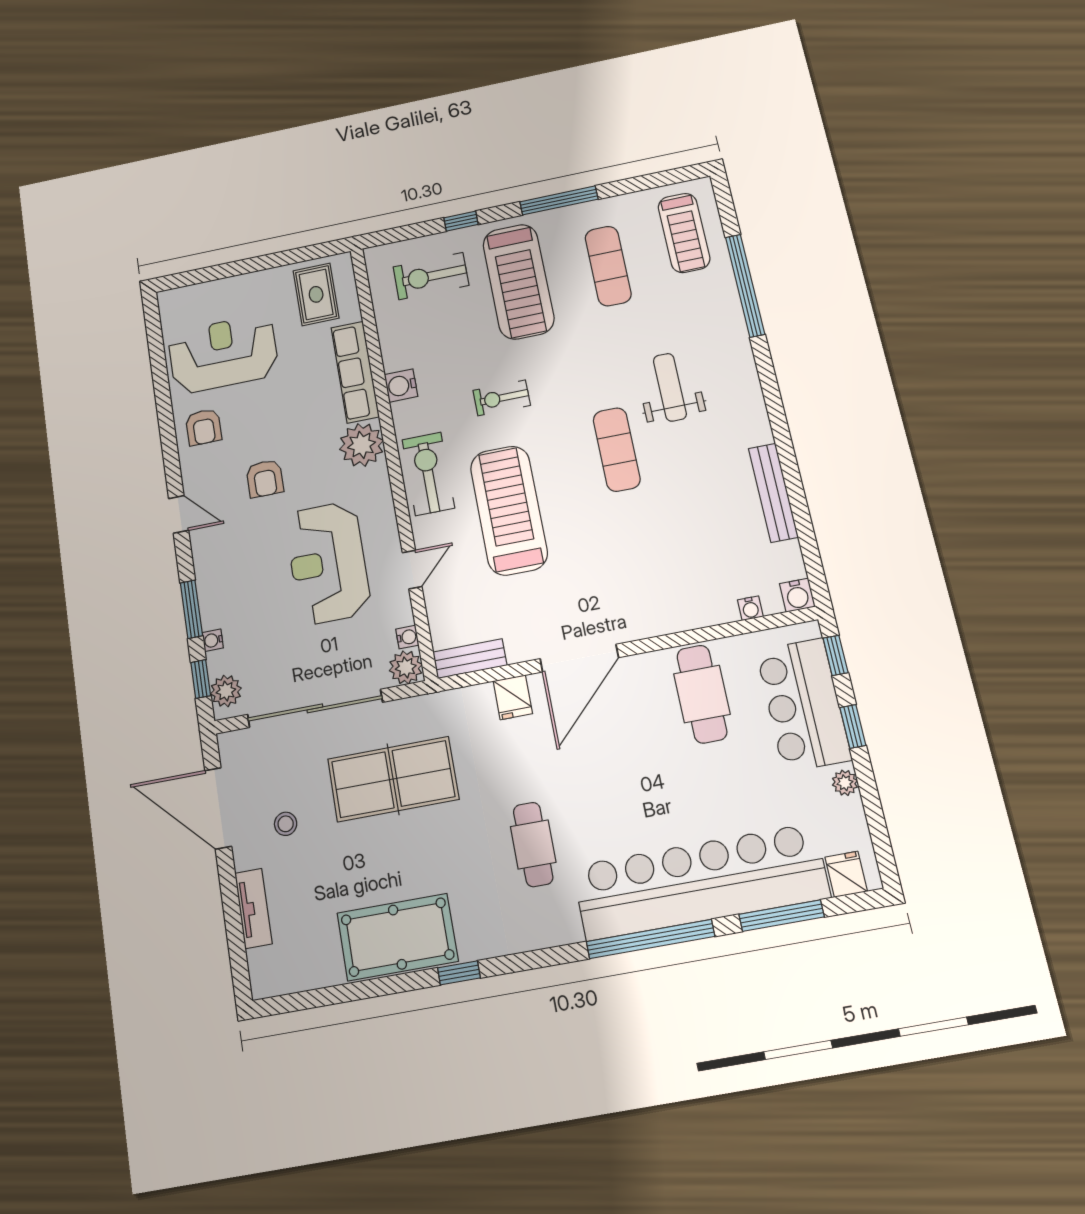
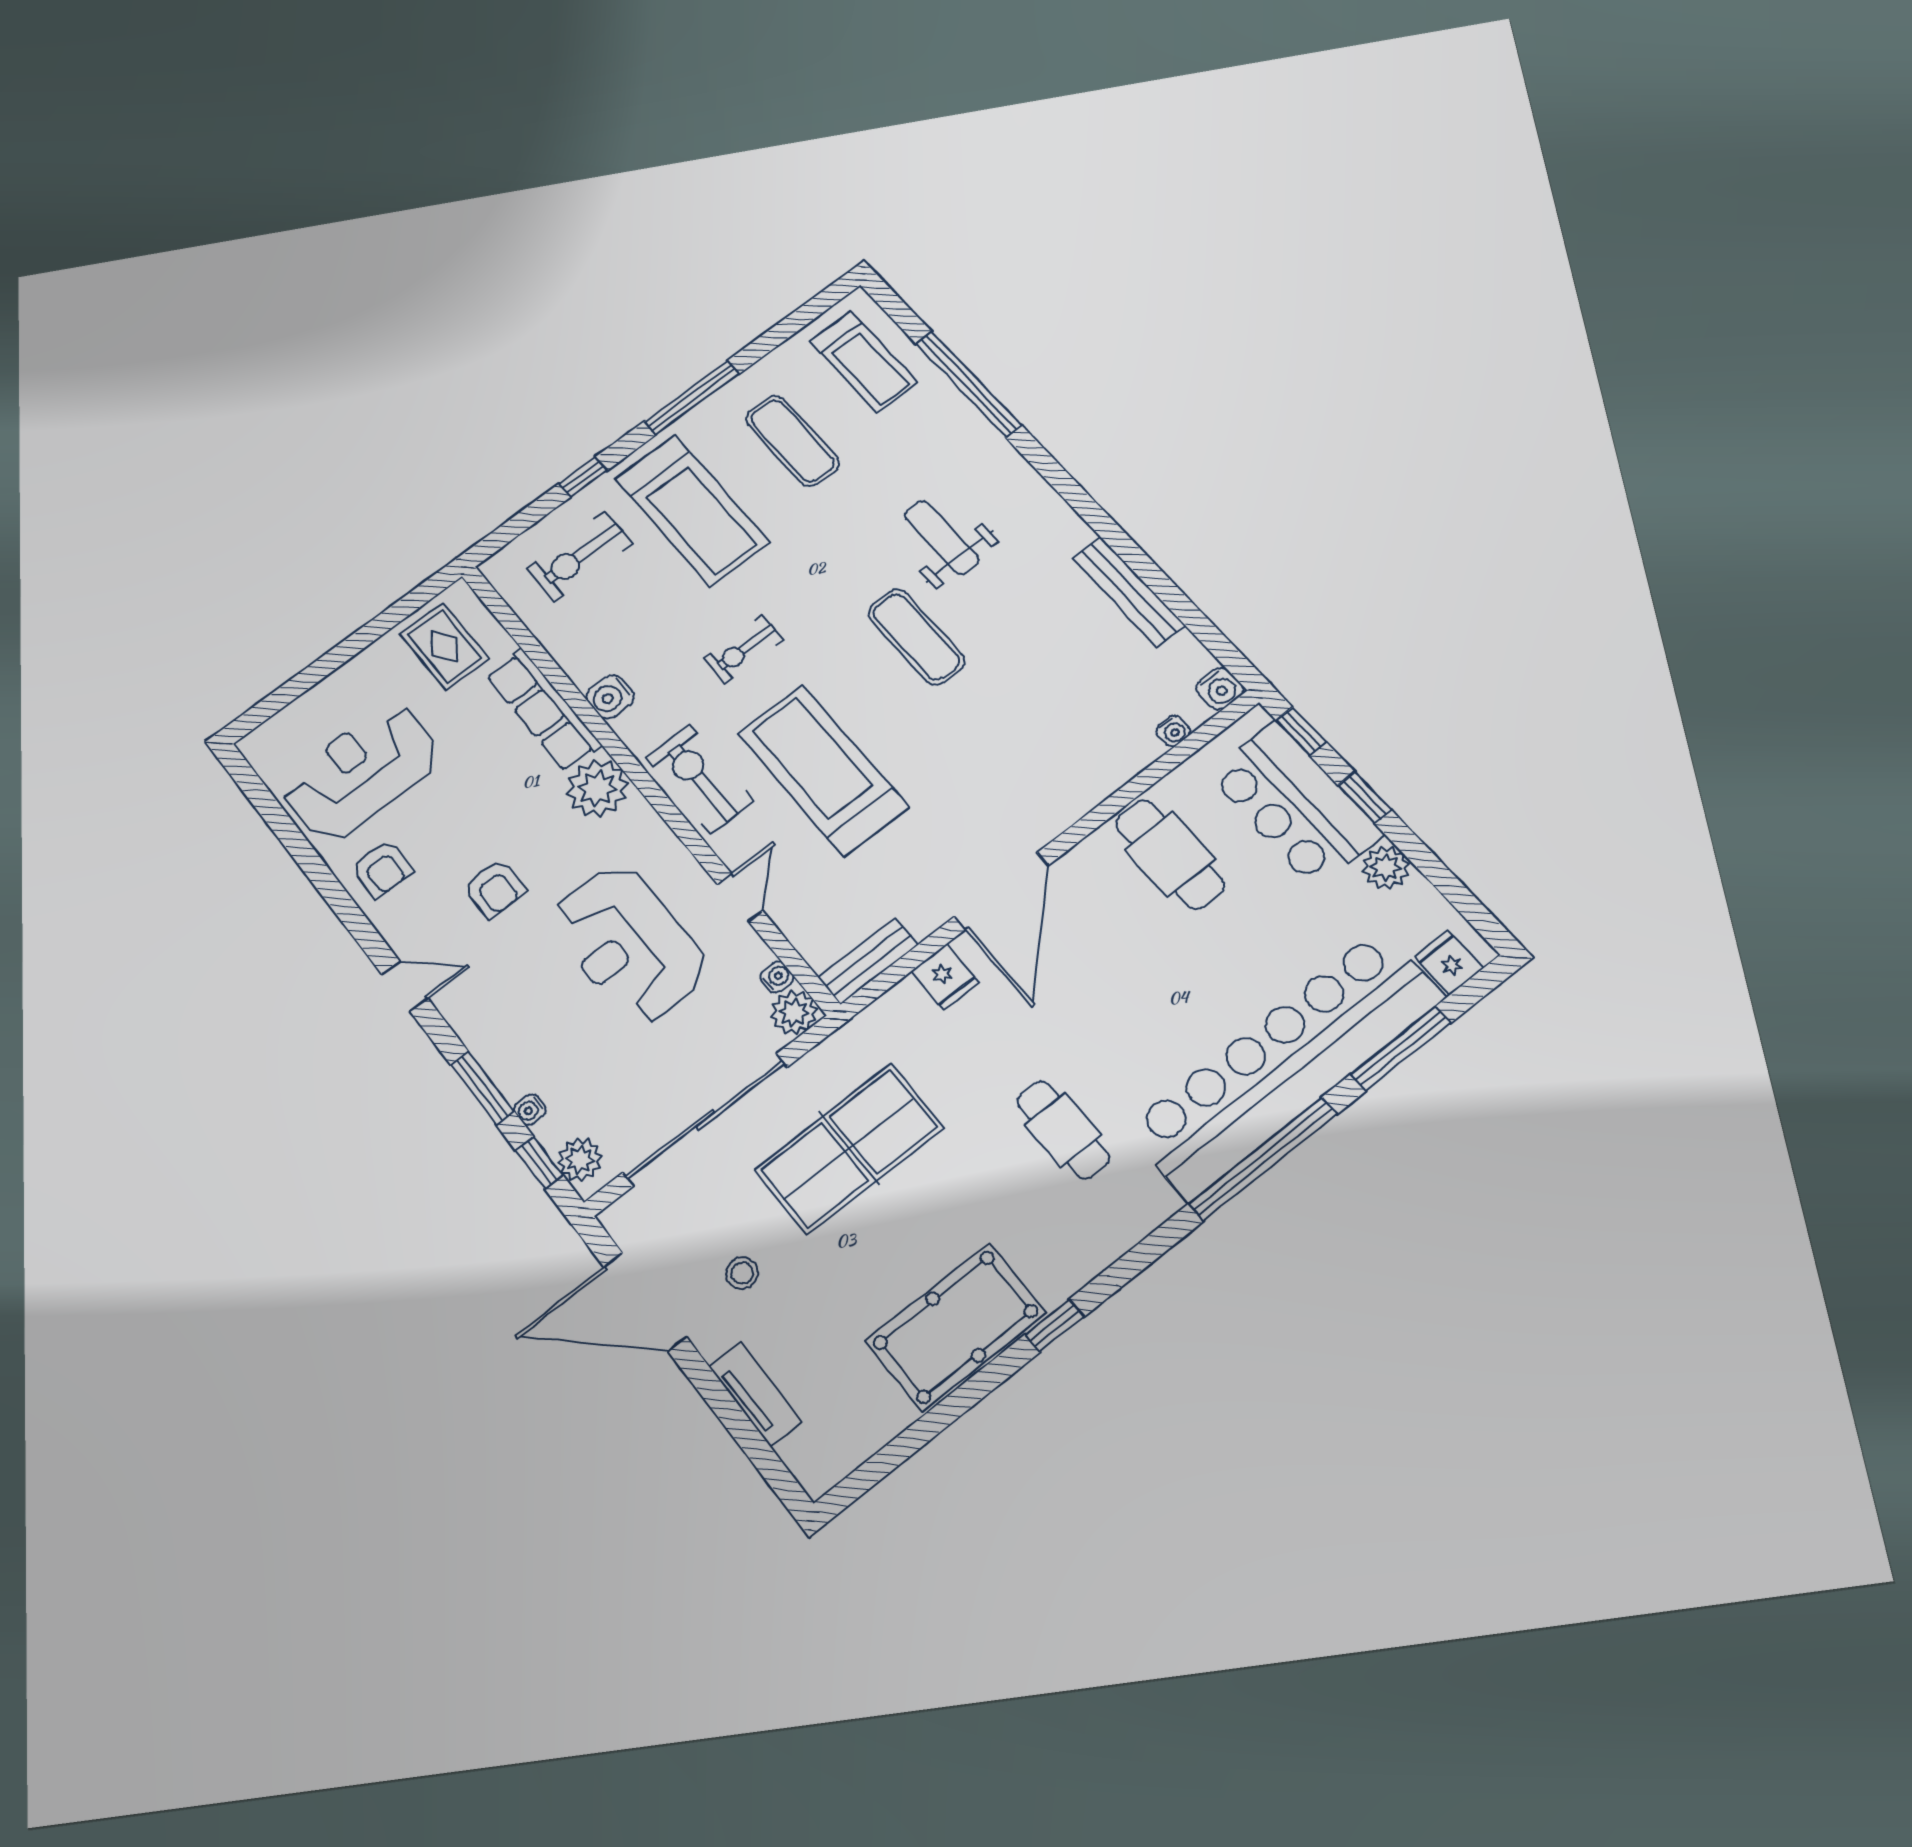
plant: (845, 783) -> (1386, 867), width x1.38, depth x1.38

